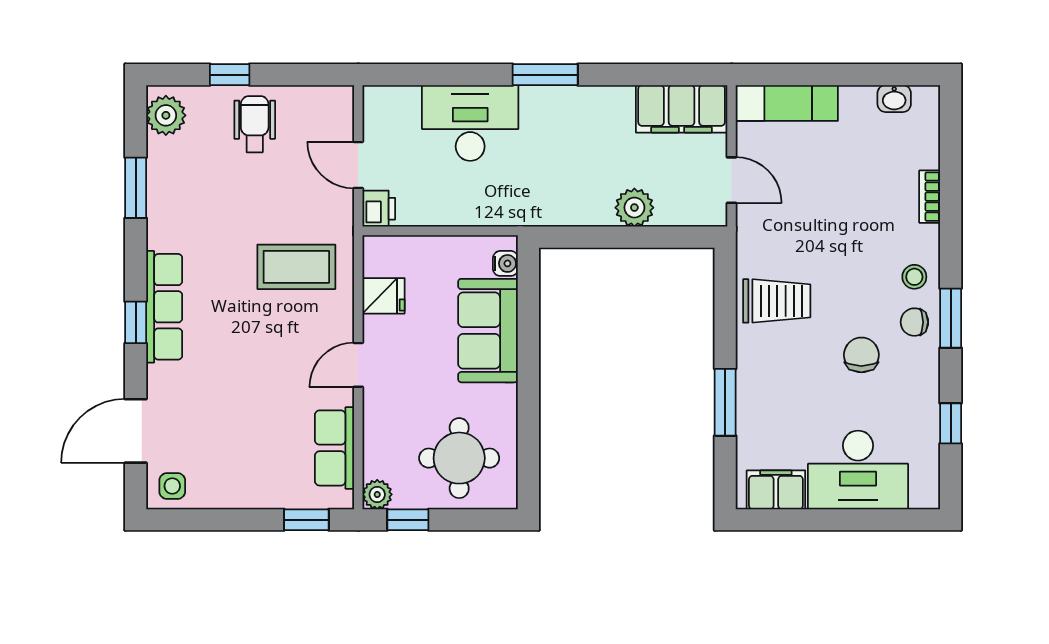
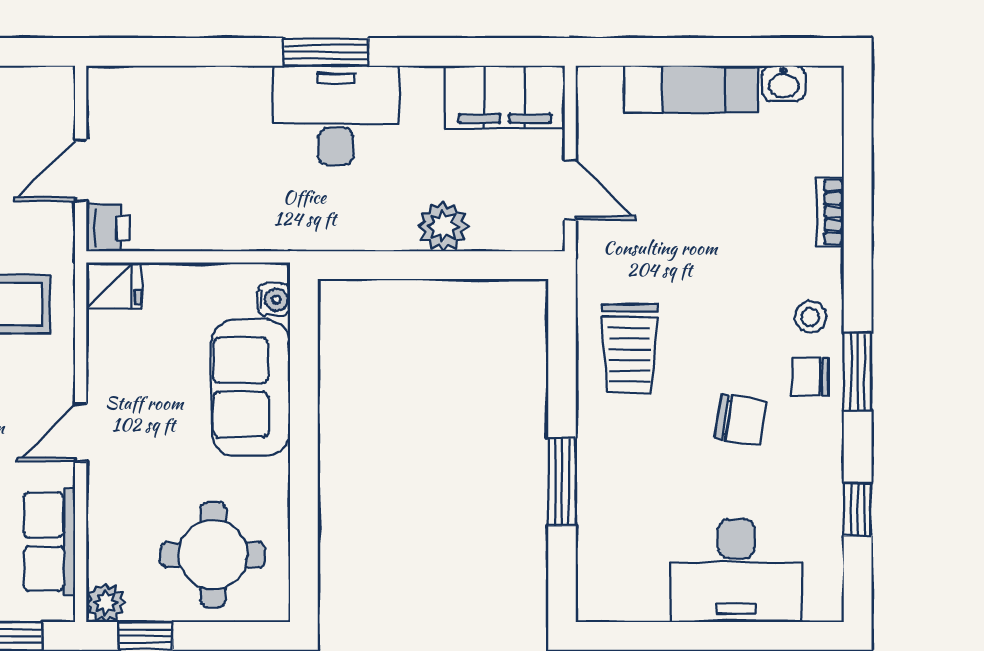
exam couch: (787, 103) -> (691, 89), moved
desk: (470, 123) -> (336, 115), moved
door: (358, 165) -> (81, 171), hinge flipped
fridge: (384, 296) -> (114, 286), moved
trolley: (777, 301) -> (630, 349), turned 90
chair: (861, 355) -> (741, 420), turned 99
filing cabinet: (776, 490) -> (629, 597), removed

